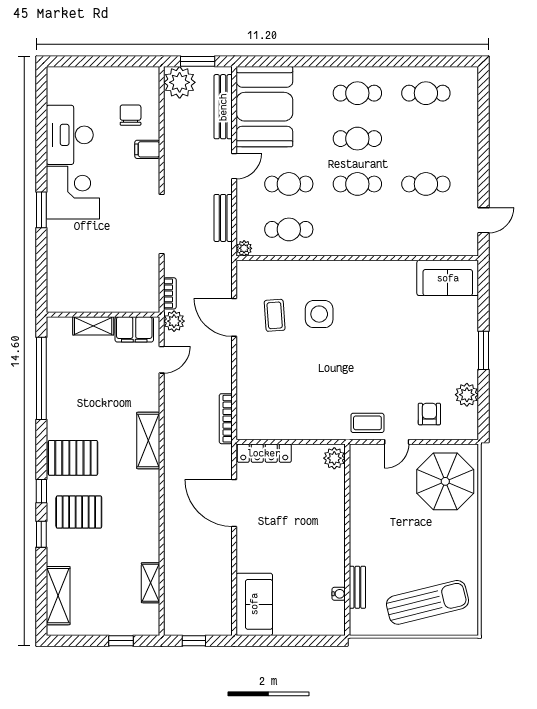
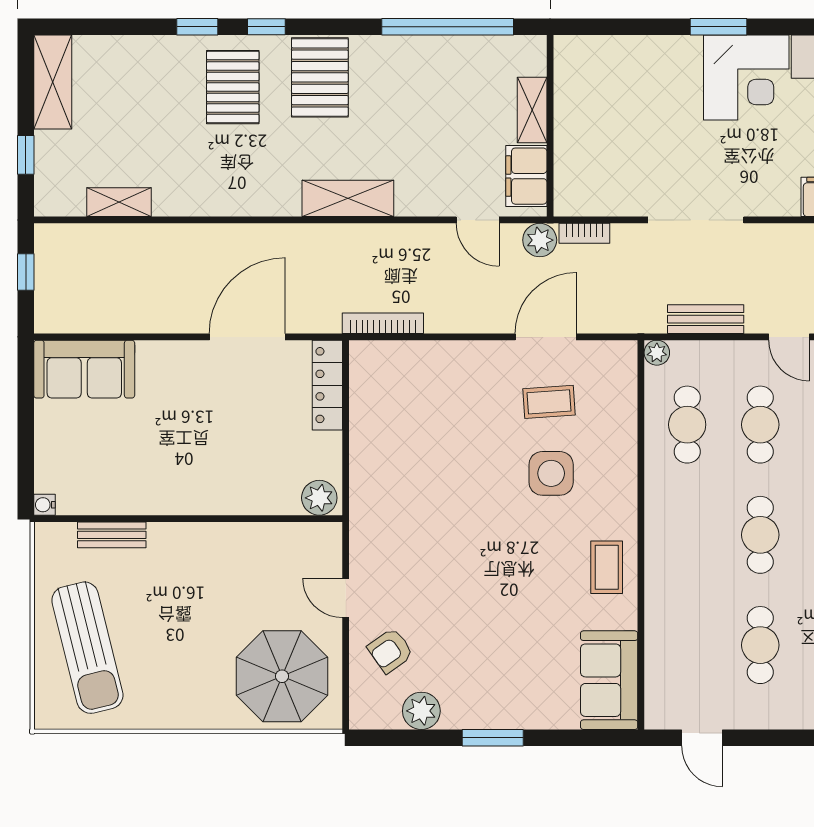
armchair: (429, 414) -> (390, 651), turned 145
coffee table: (367, 423) -> (607, 567), moved
water cooler: (339, 594) -> (44, 505), moved, turned 90
shelving: (58, 596) -> (53, 82), moved, turned 90

